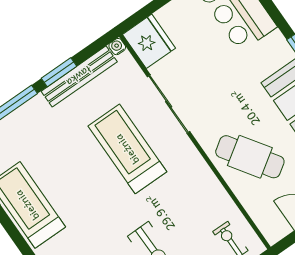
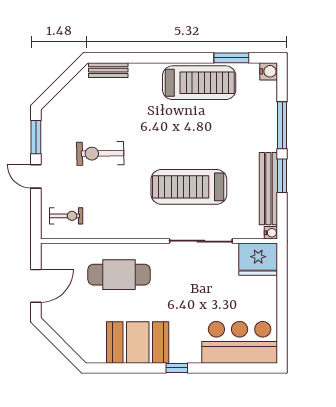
treadmill: (127, 149) -> (189, 187), turned 180
cafe table: (250, 157) -> (119, 275), turned 34

